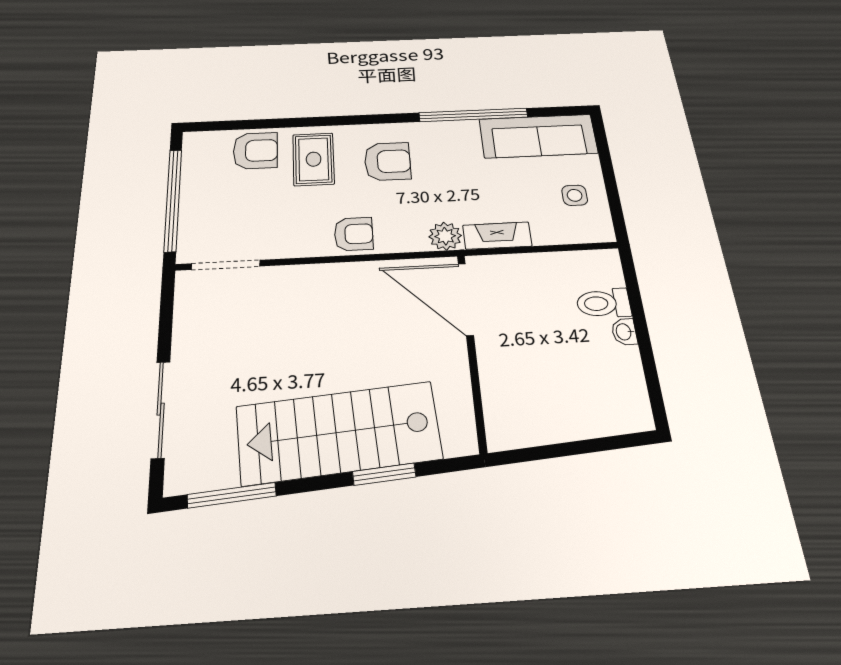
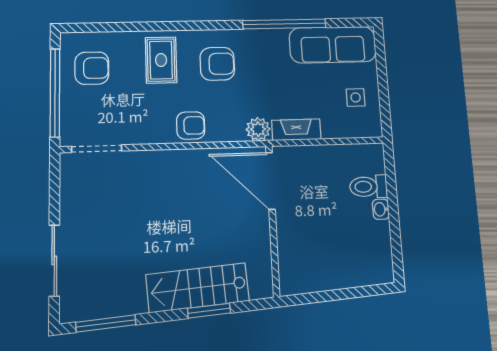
armchair: (255, 151) -> (92, 68), moved
stairs: (339, 433) -> (198, 288), width x0.73, depth x0.66

